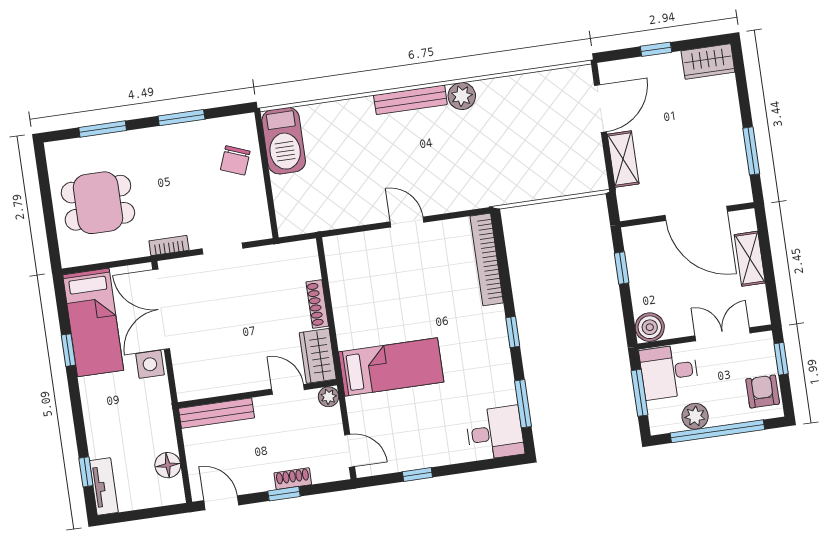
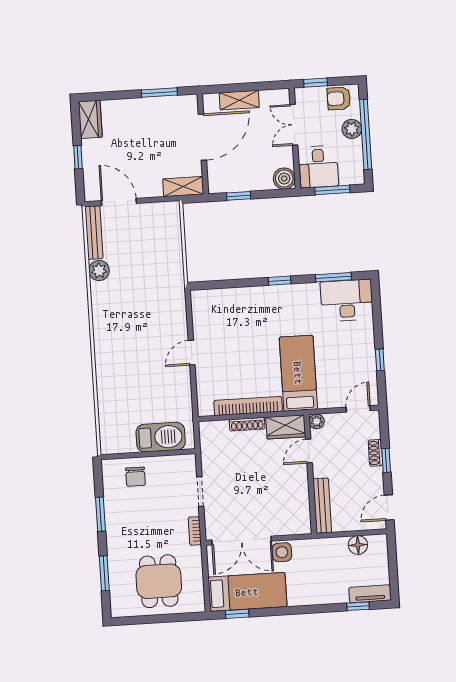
plant: (462, 96) -> (99, 271), moved
bench: (410, 100) -> (94, 232), moved
barbecue: (284, 141) -> (161, 437), moved
shelving: (623, 159) -> (183, 187), moved
chair: (235, 160) -> (135, 477), turned 69
bookcase: (487, 260) -> (248, 406), moved, turned 180
window: (68, 350) -> (237, 614), moved
plant: (695, 416) -> (352, 129), moved
desk: (495, 433) -> (347, 300), width x1.37

